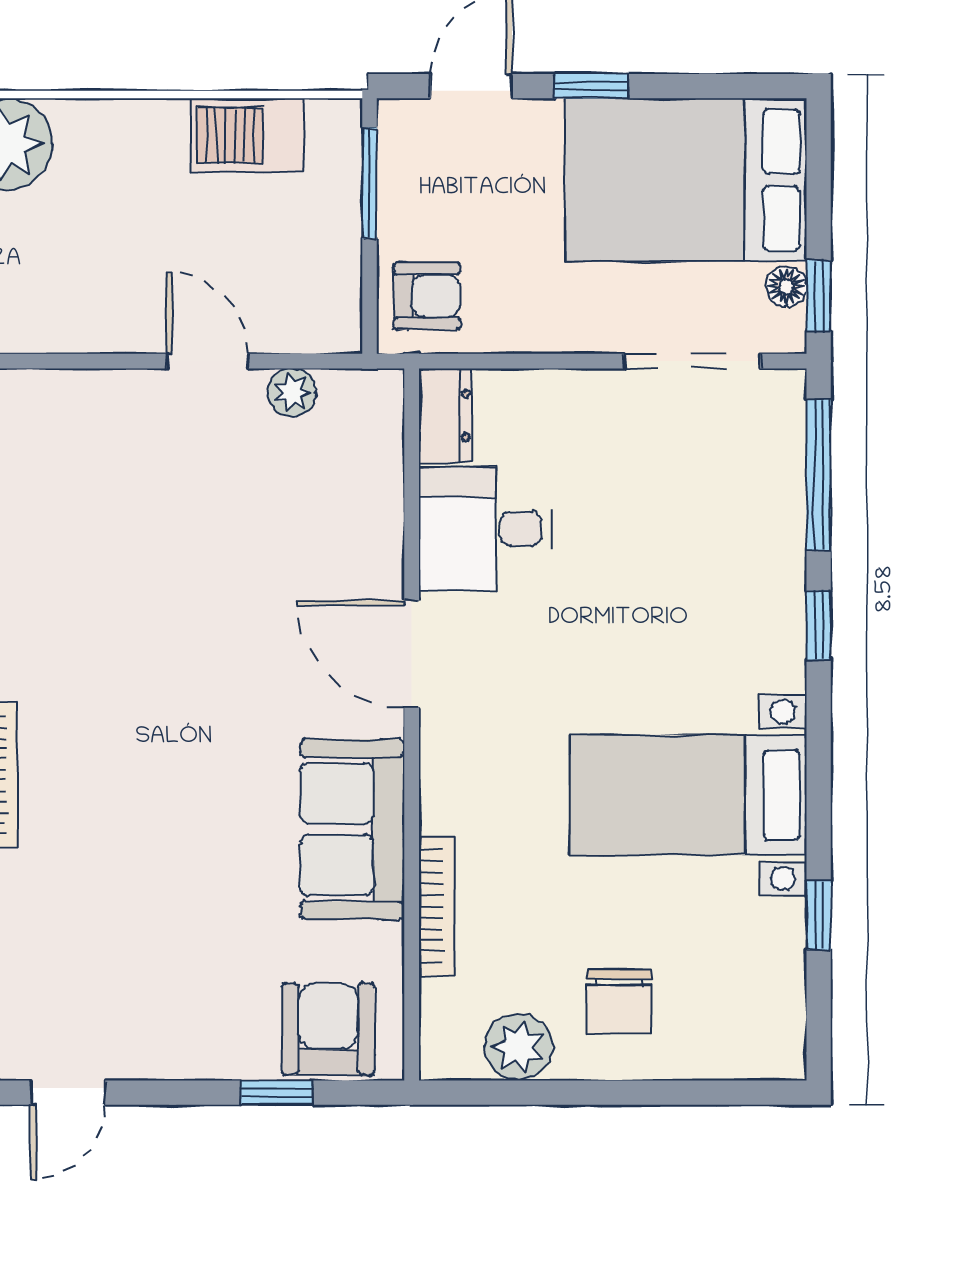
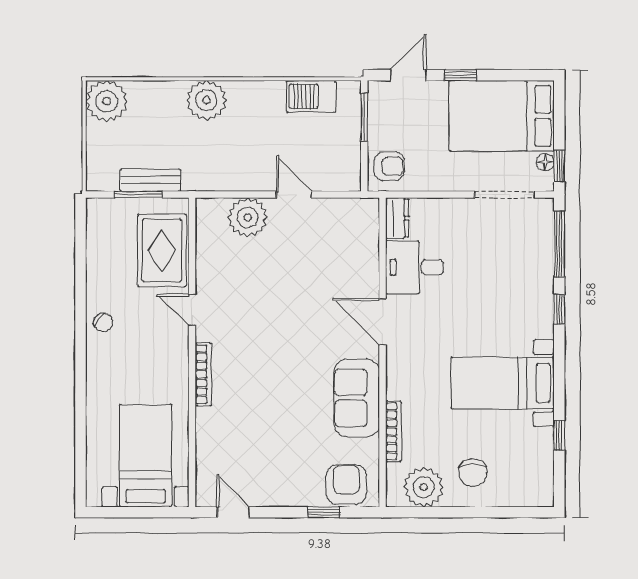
plant: (292, 393) -> (248, 217), moved, width x1.88, depth x1.88
plant: (519, 1047) -> (424, 487), width x1.36, depth x1.36
door: (68, 1093) -> (233, 512), swing flipped

